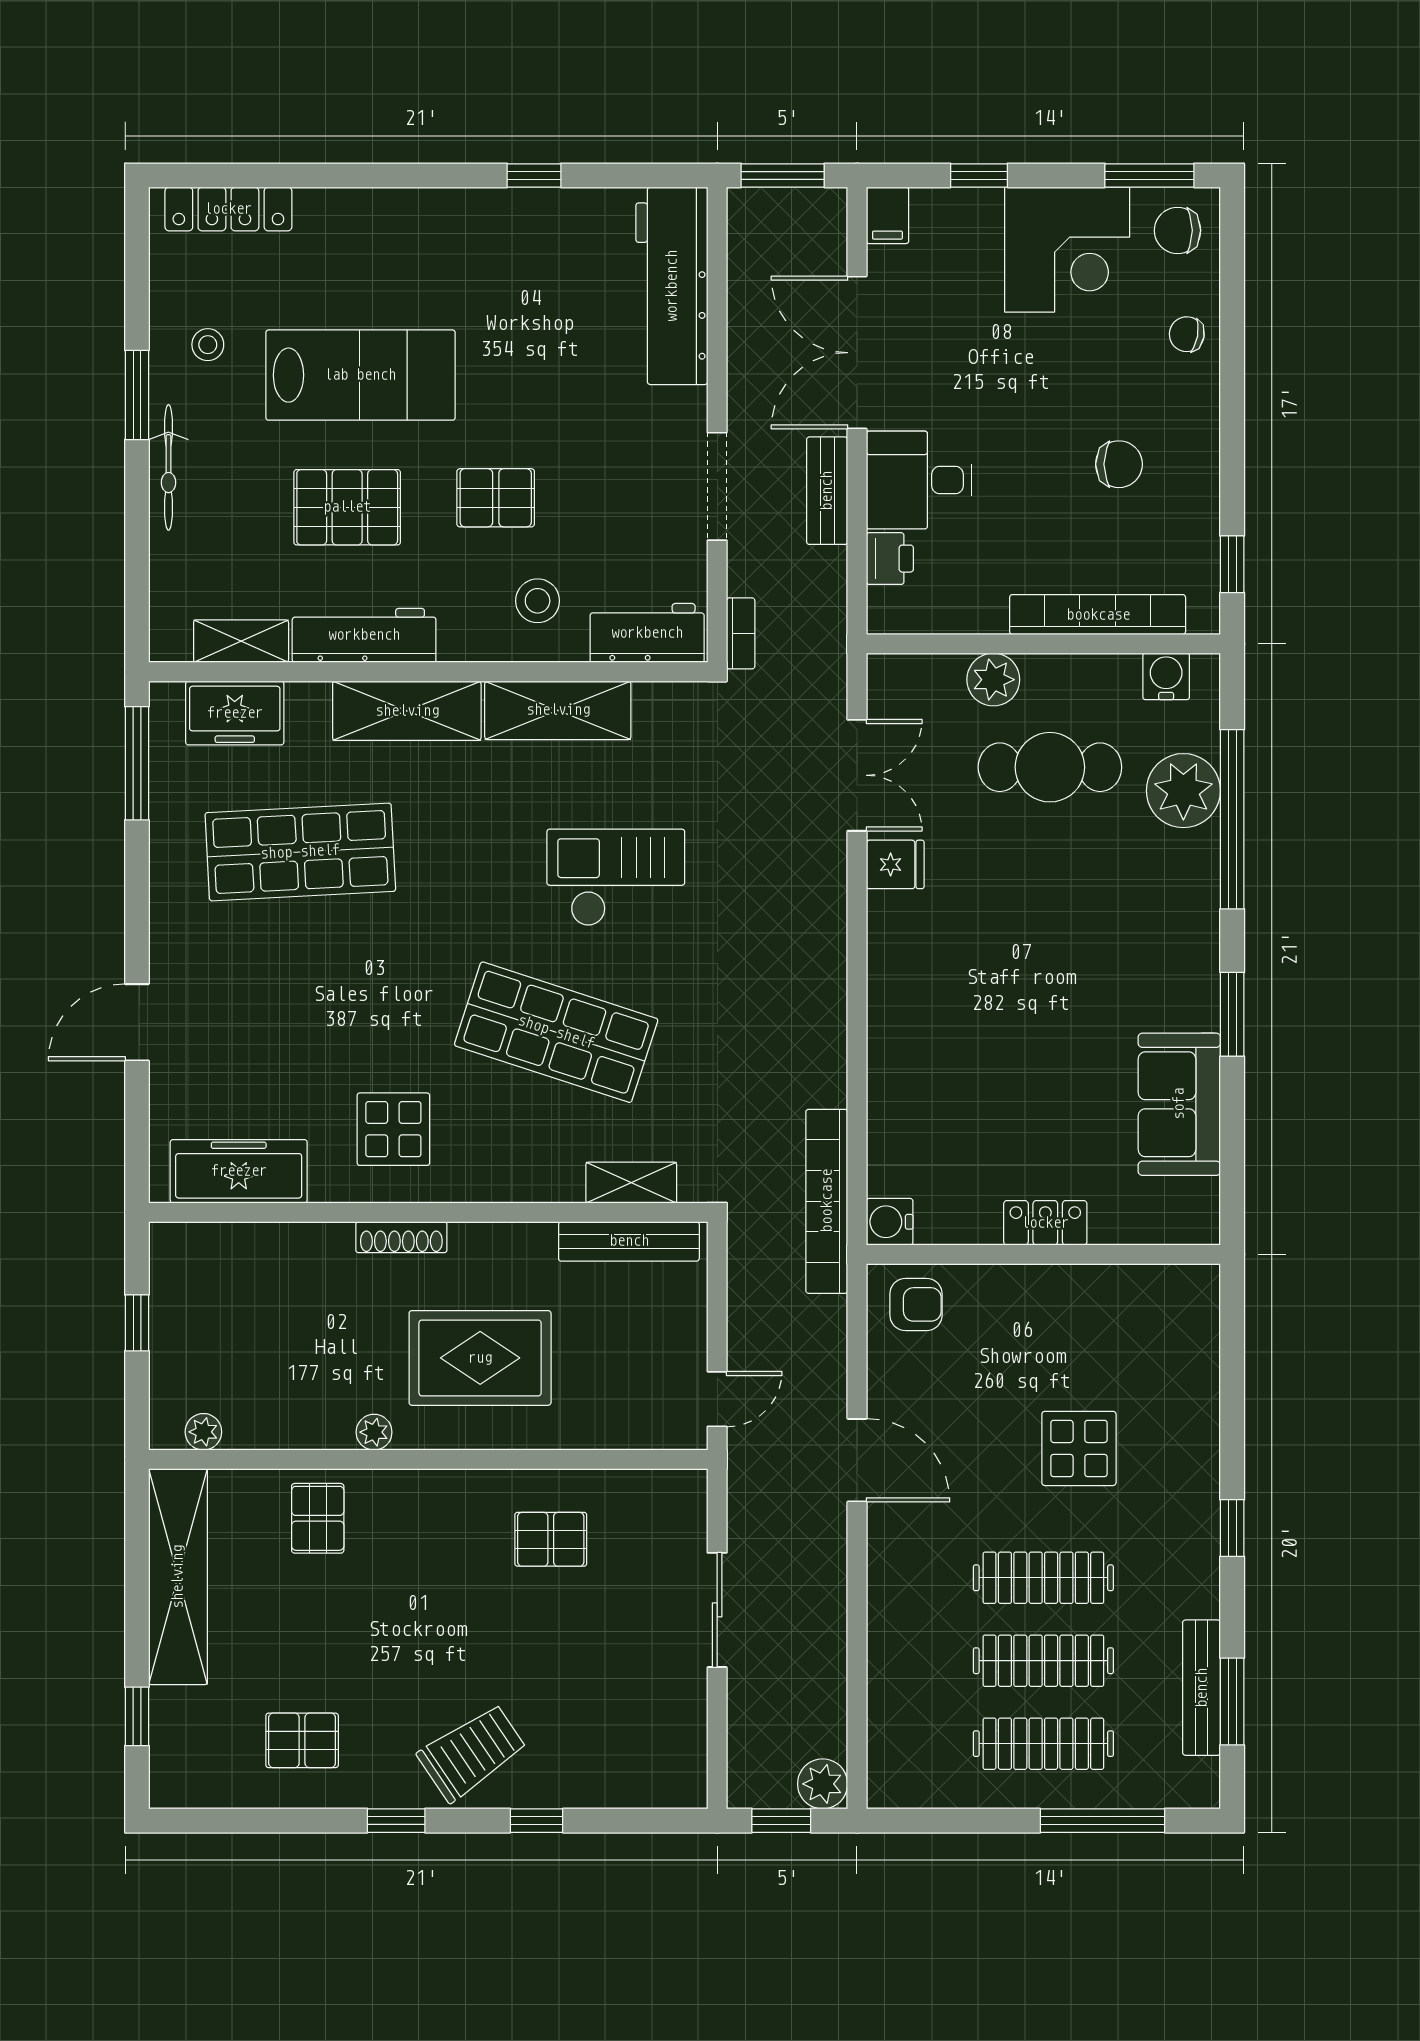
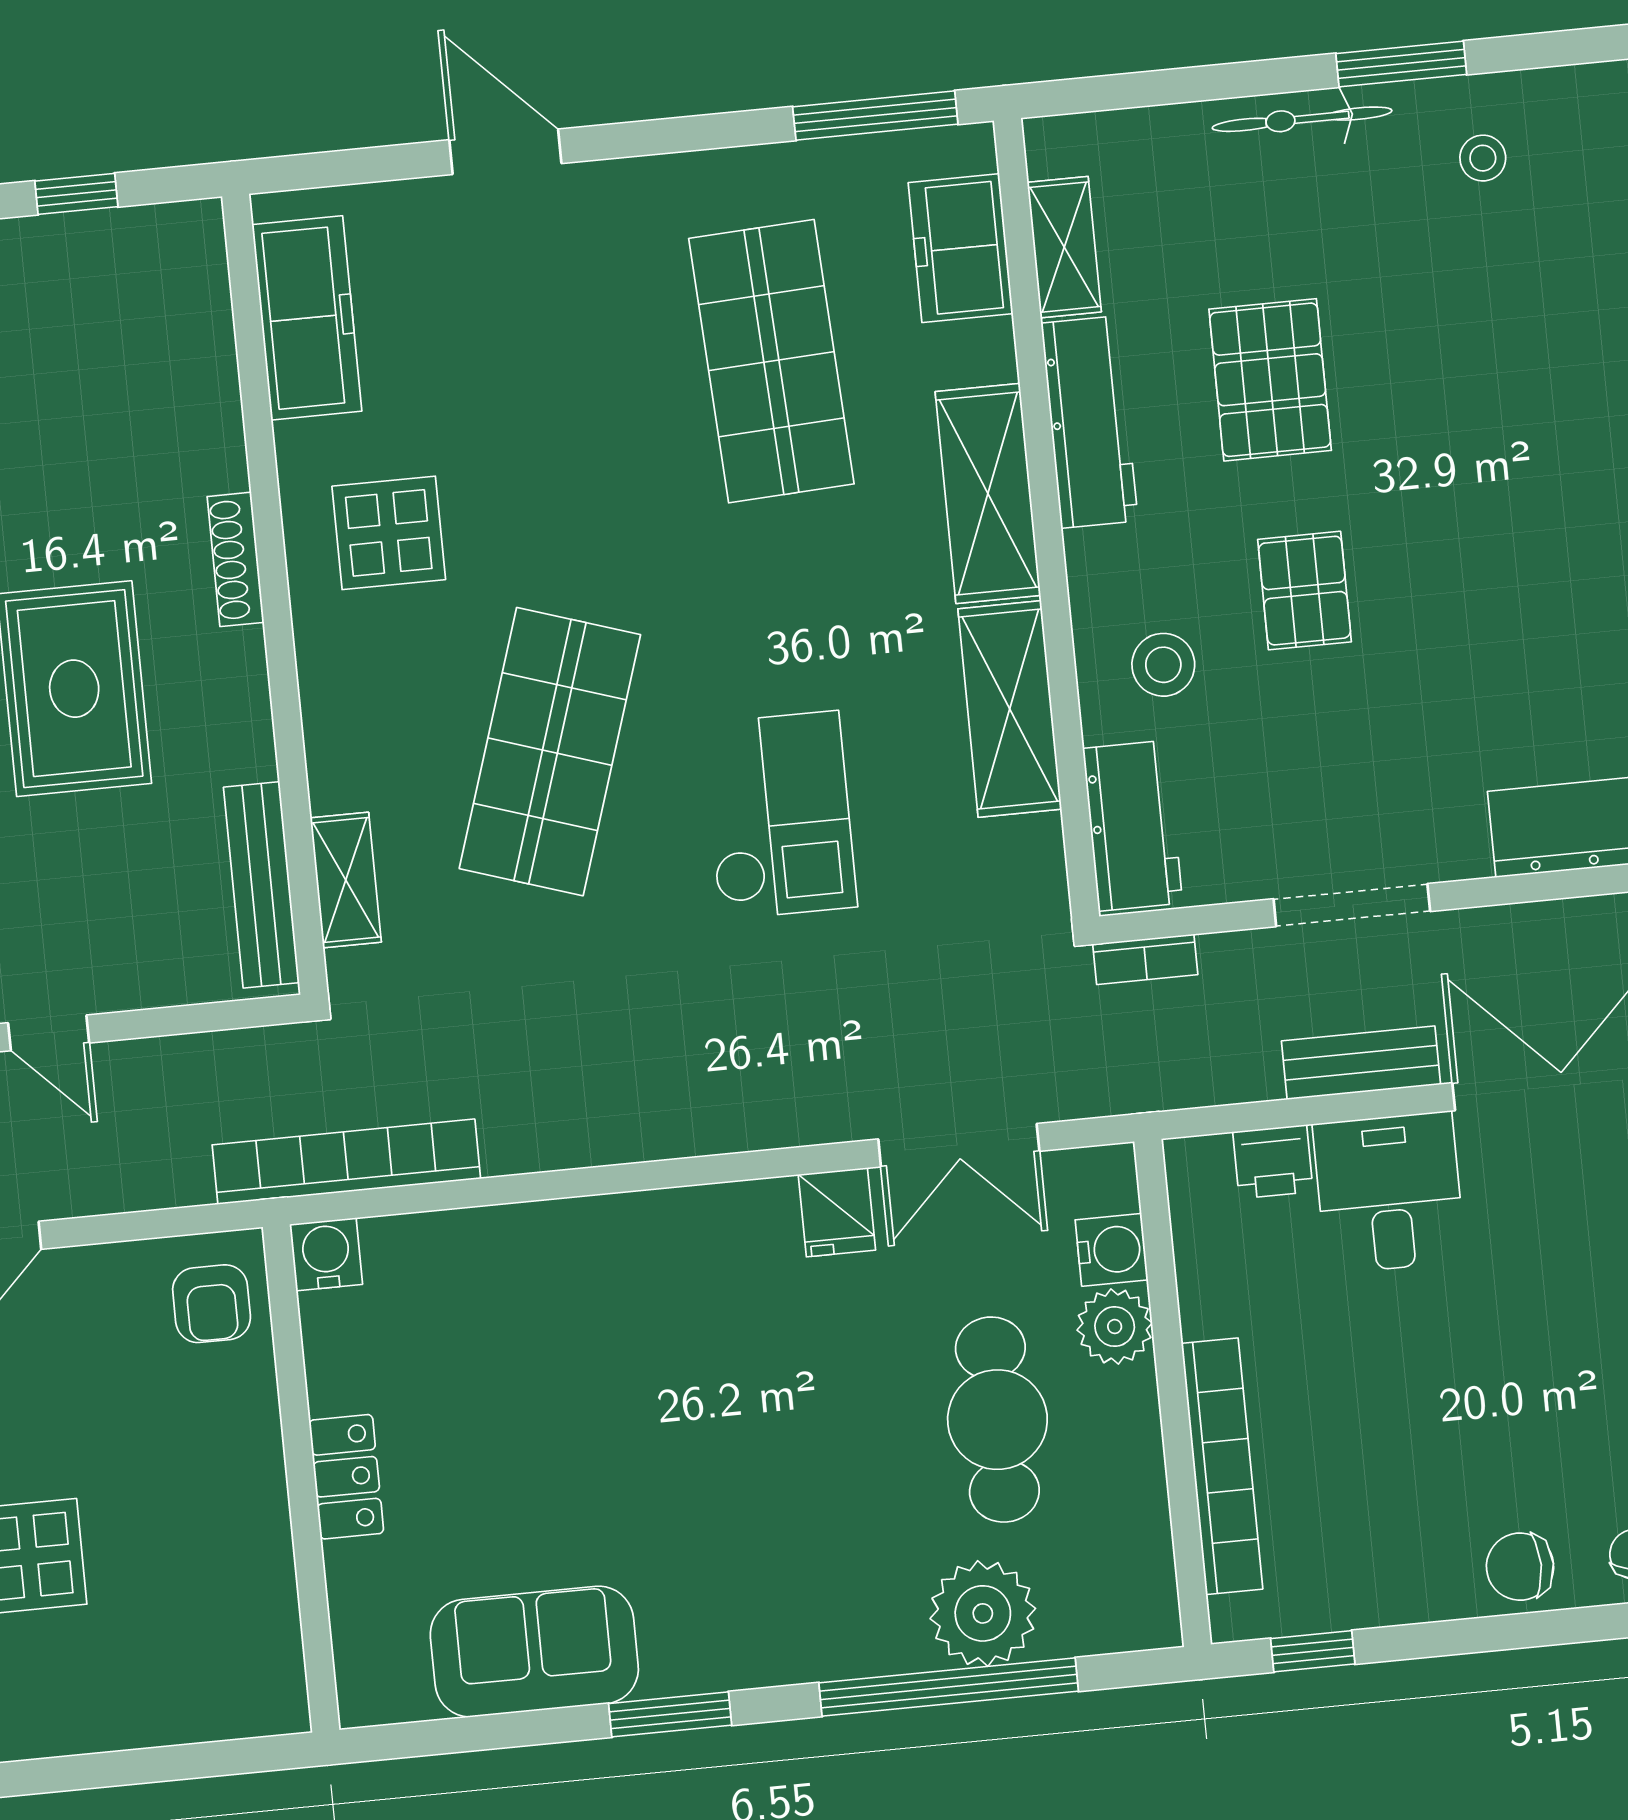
lab bench: (360, 375) -> (1461, 380), removed
chair: (1119, 464) -> (1520, 1567), moved, turned 90
water cooler: (1166, 676) -> (1112, 1250), moved

